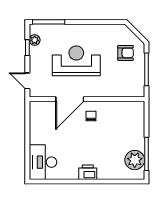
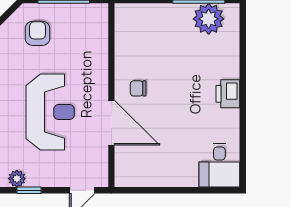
reception desk: (76, 61) -> (50, 112), turned 180
desk: (43, 162) -> (219, 165), width x0.73

